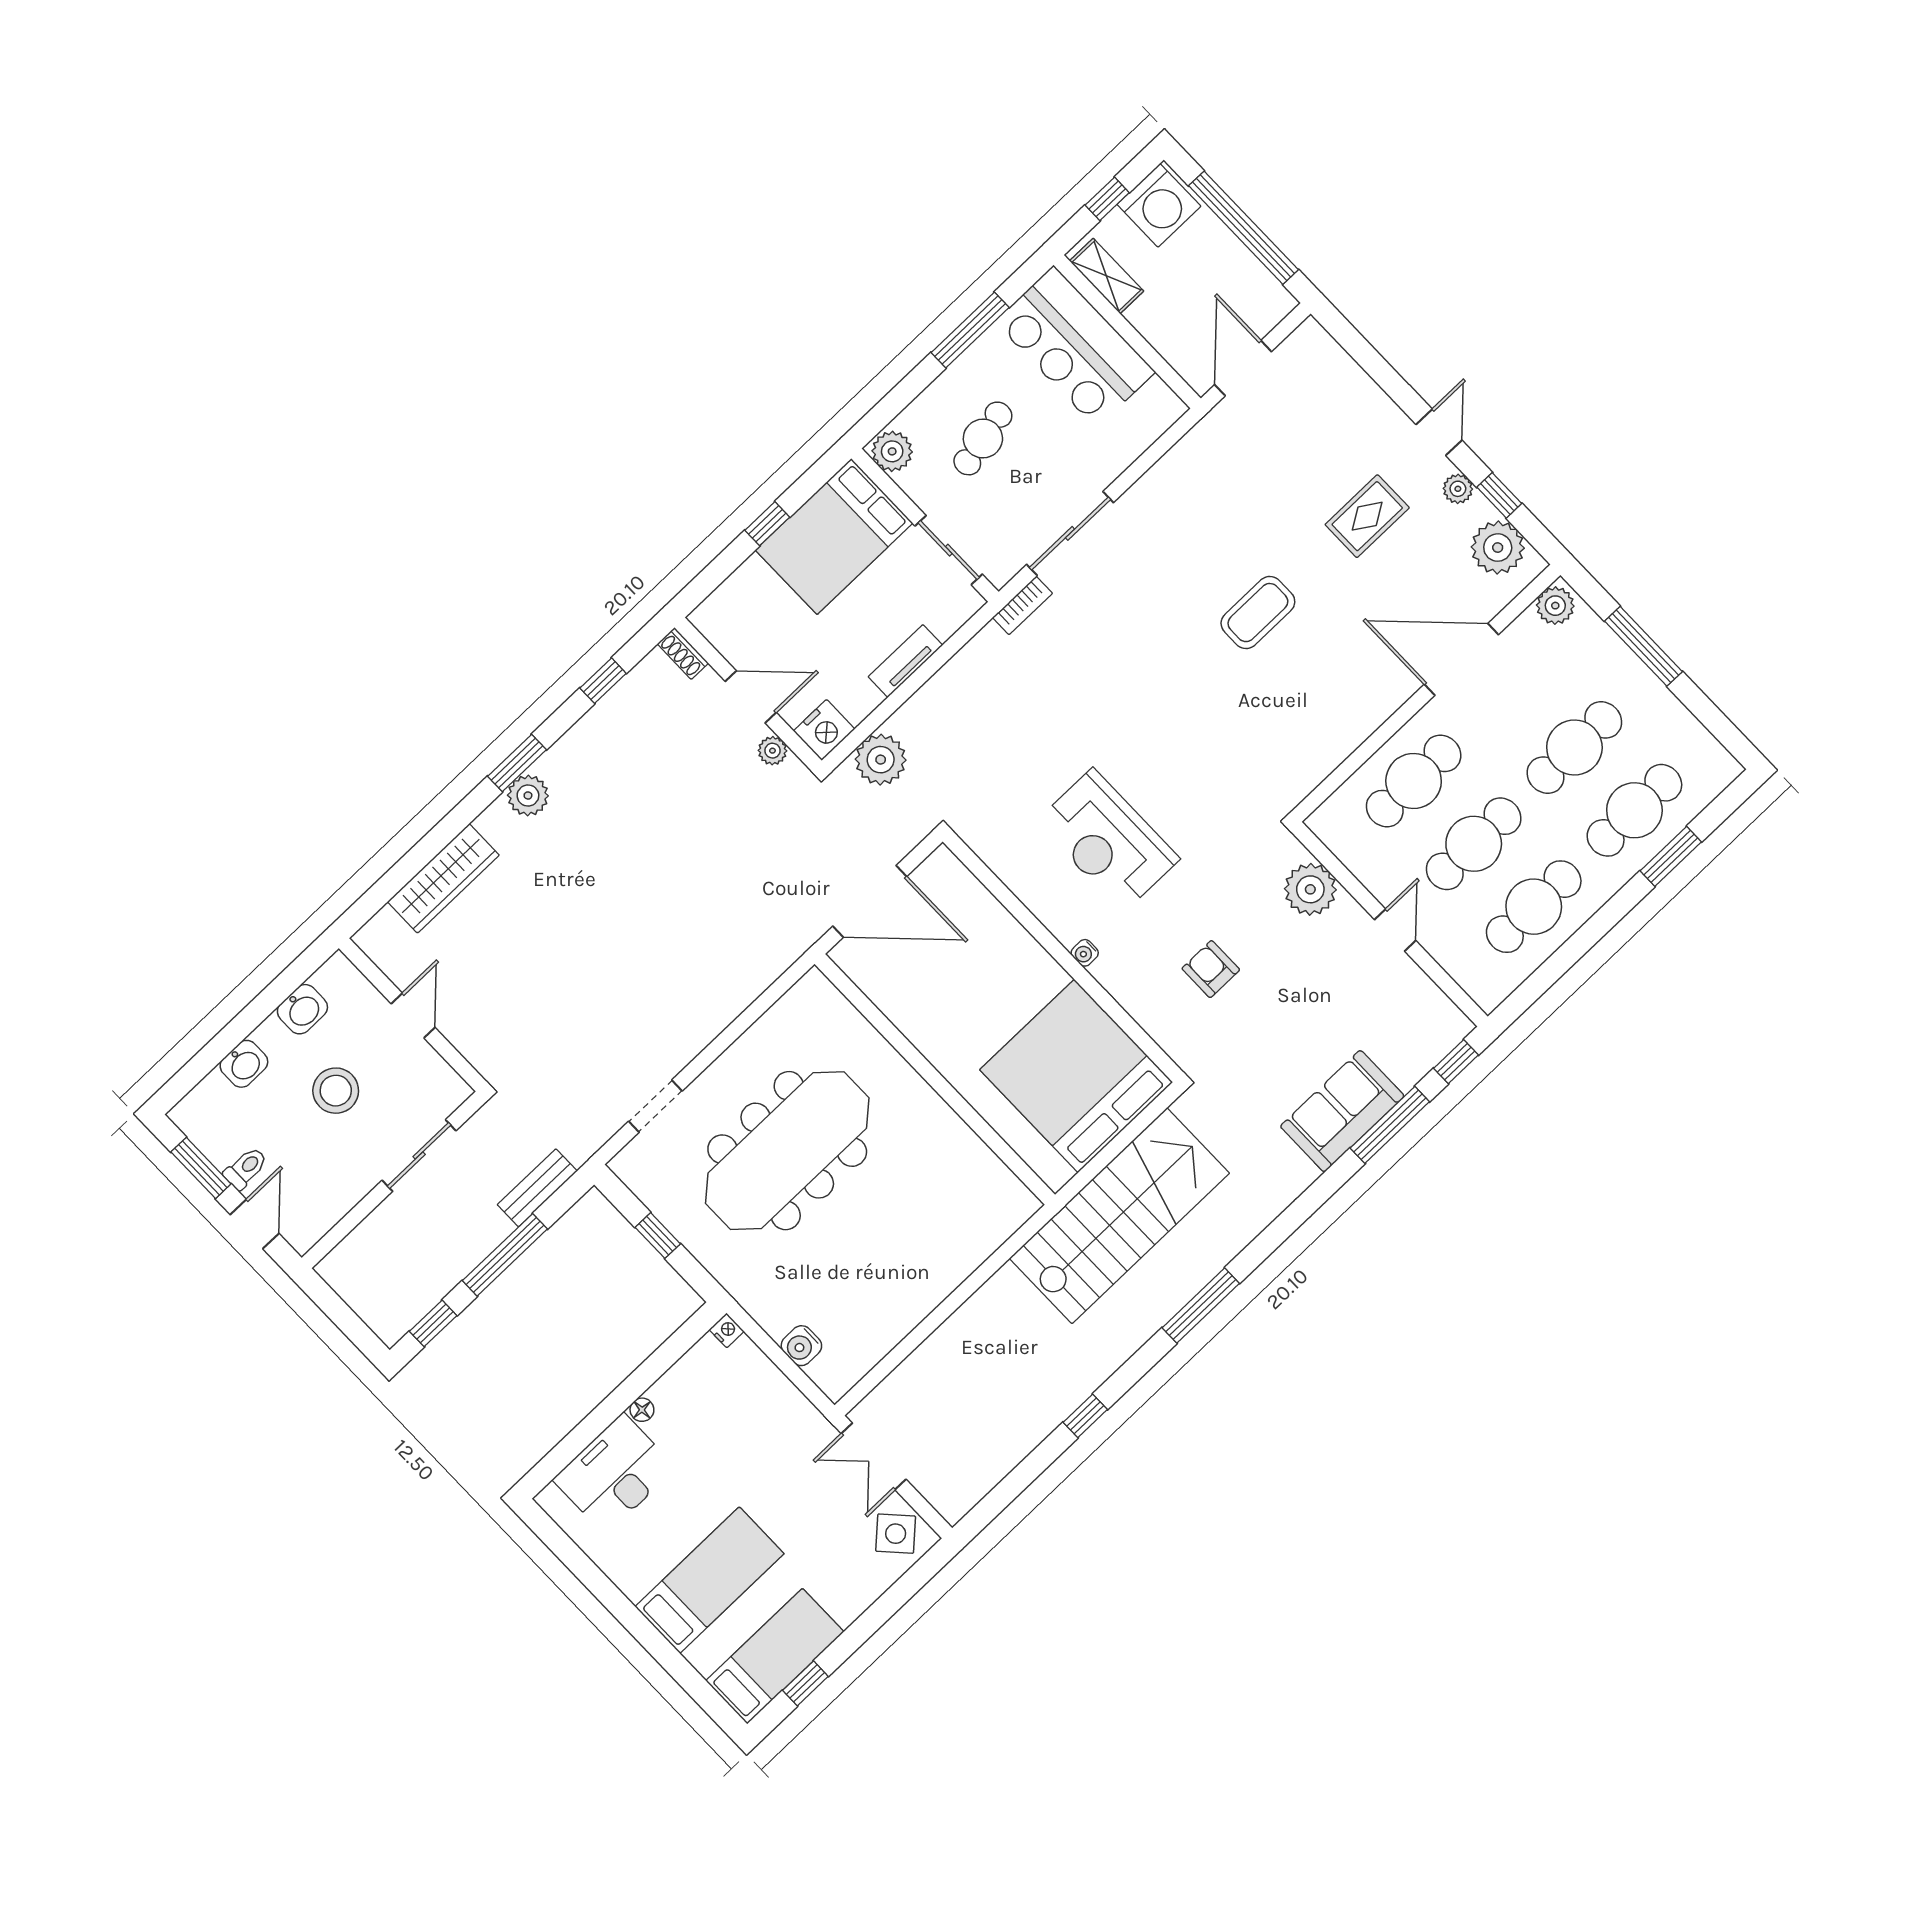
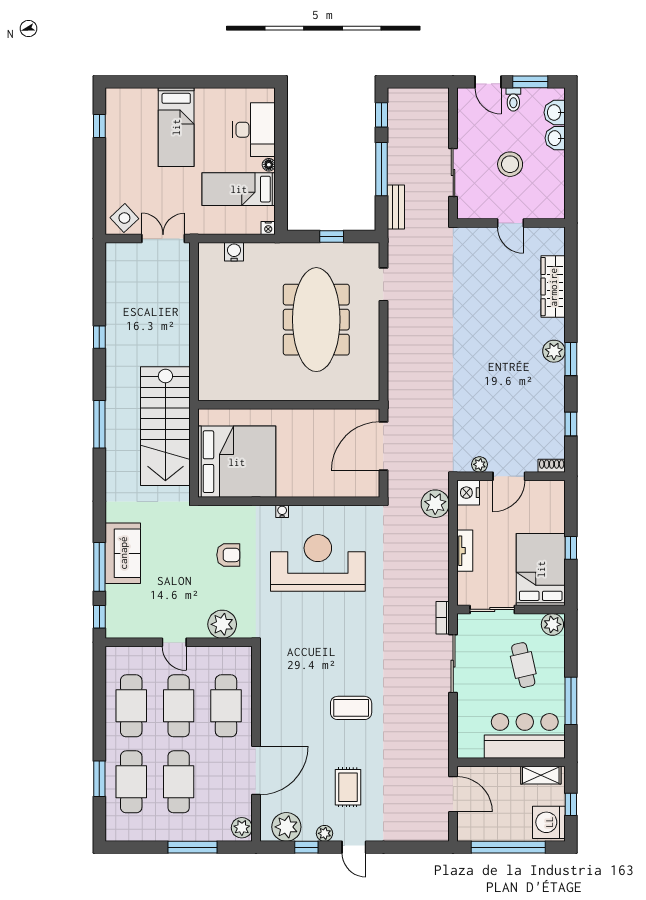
coffee table: (1258, 613) -> (351, 708), turned 90
reception desk: (1108, 840) -> (318, 563), width x1.36, depth x1.30
washbasin: (302, 1009) -> (555, 112), moved
bed: (775, 1656) -> (239, 189), moved, turned 90

